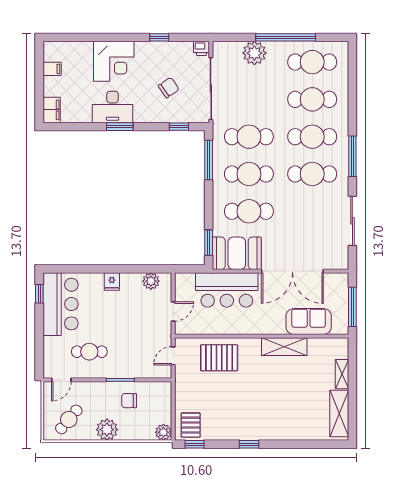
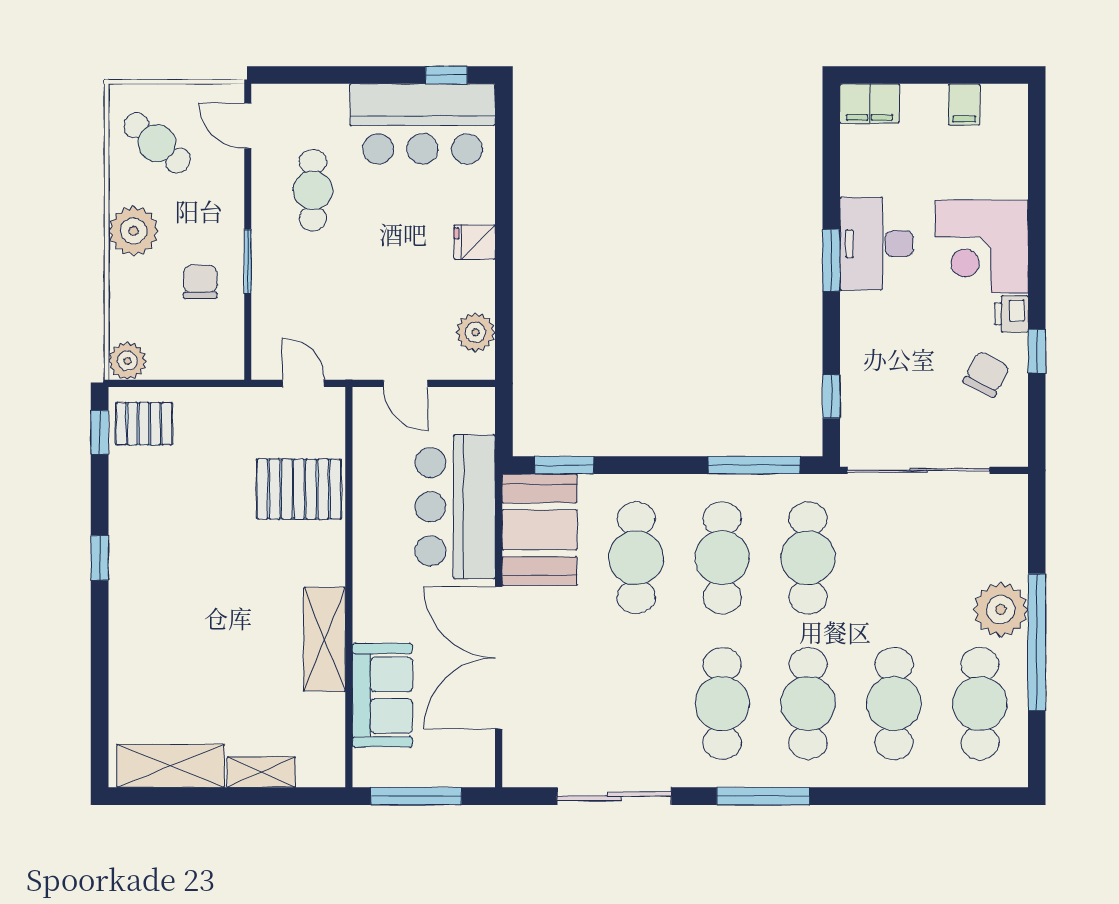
printer: (202, 48) -> (1011, 314), moved
plant: (254, 53) -> (1001, 610), moved
chair: (169, 88) -> (986, 374), moved, turned -119
pallet: (219, 358) -> (299, 489), turned 90

